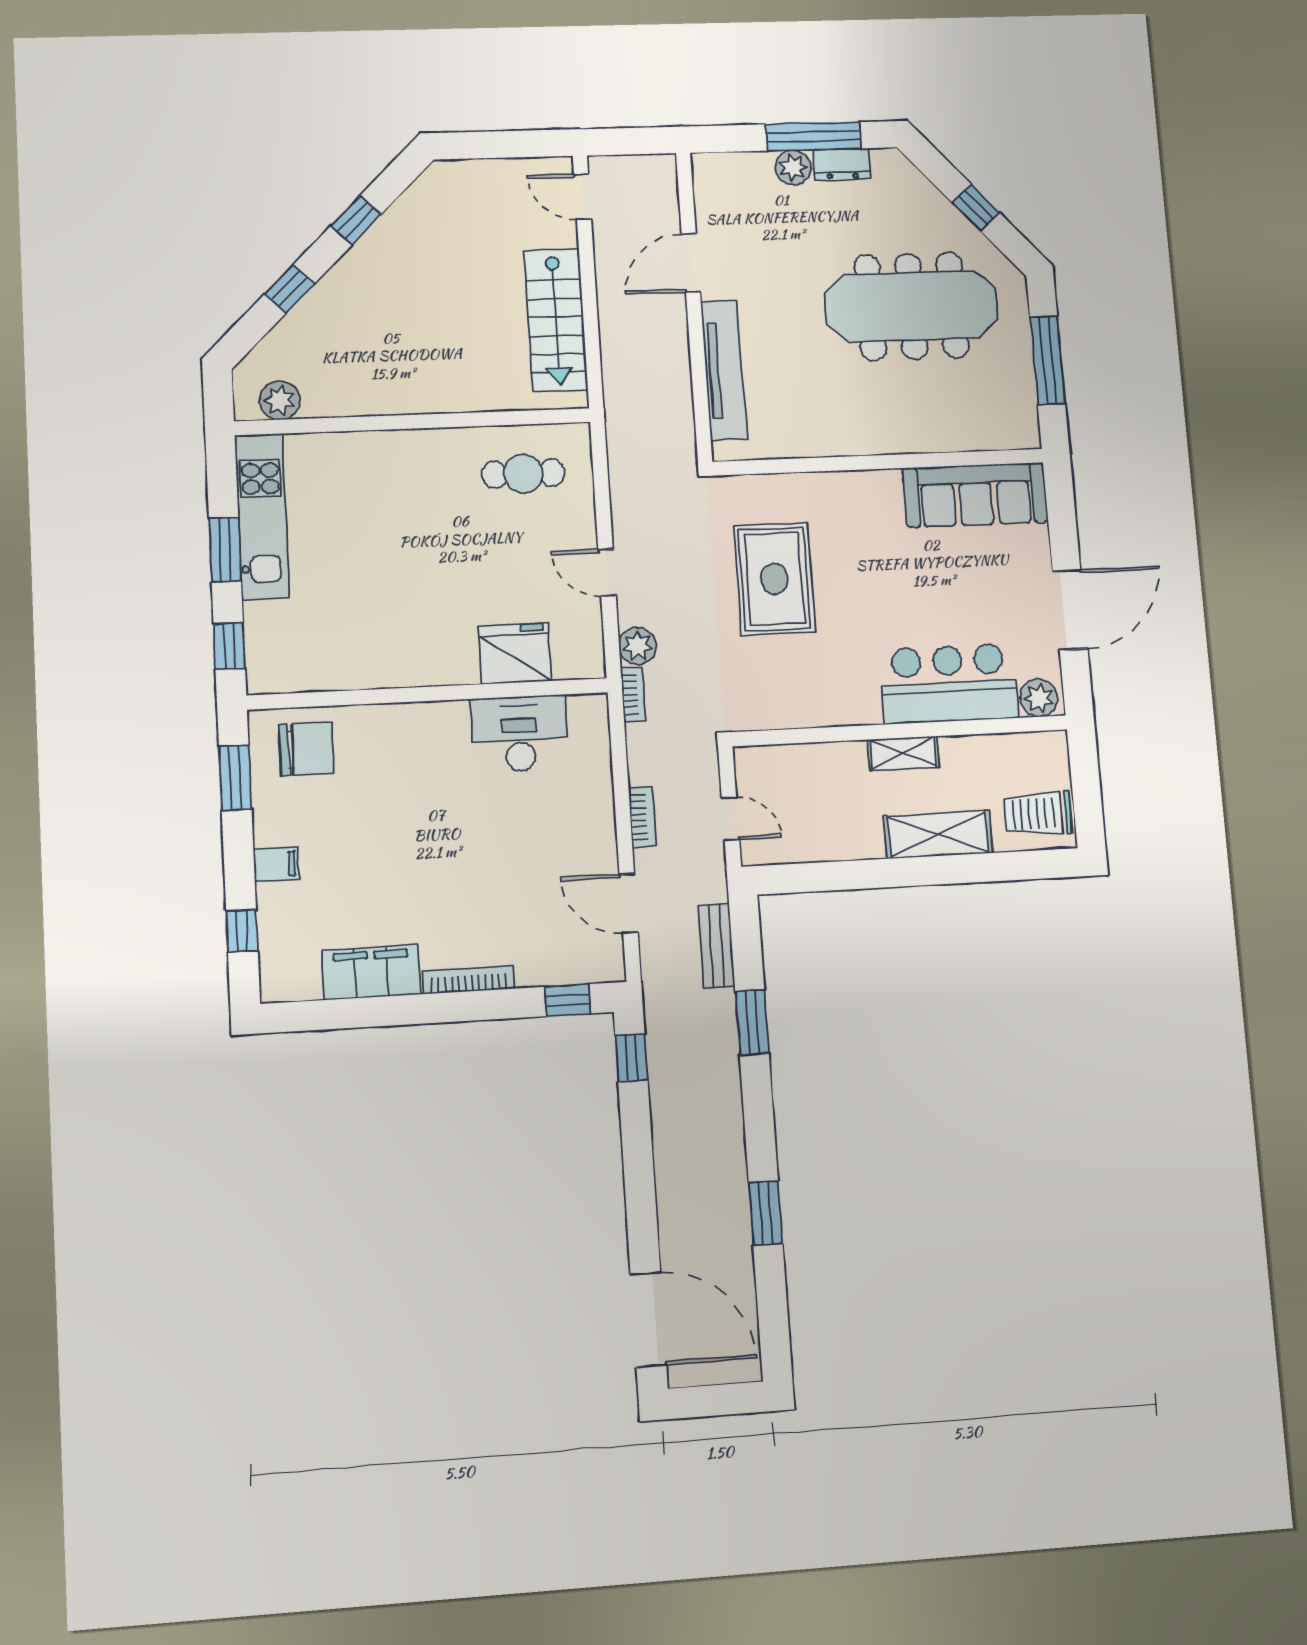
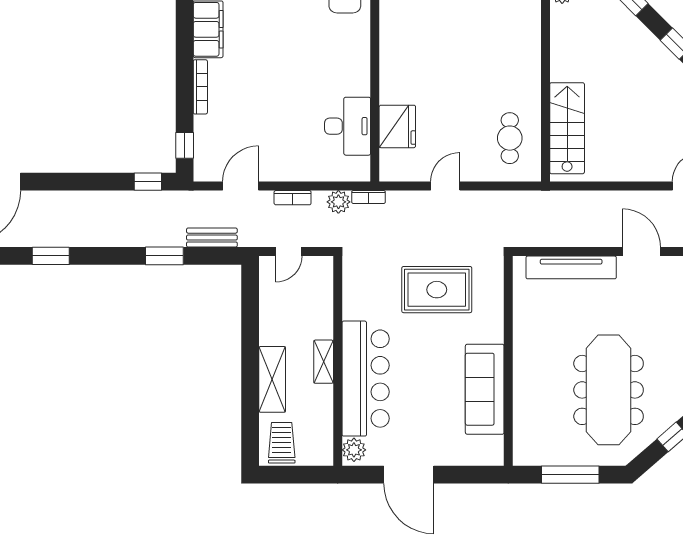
stairs: (556, 320) -> (567, 128), moved, turned 90
sofa: (975, 495) -> (485, 389), moved
plant: (638, 646) -> (338, 202), moved
bar counter: (949, 684) -> (366, 379), width x1.36

